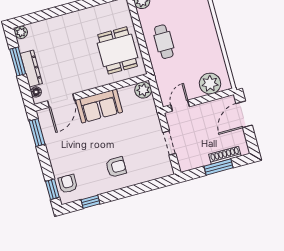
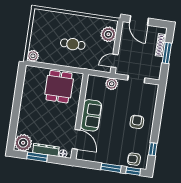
plant: (21, 32) -> (23, 143), width x1.87, depth x1.87
cafe table: (164, 42) -> (73, 44), moved
dining table: (118, 50) -> (59, 87), turned 90
plant: (143, 90) -> (112, 84), moved
door: (180, 106) -> (115, 61), hinge flipped
window: (37, 133) -> (111, 168), moved

